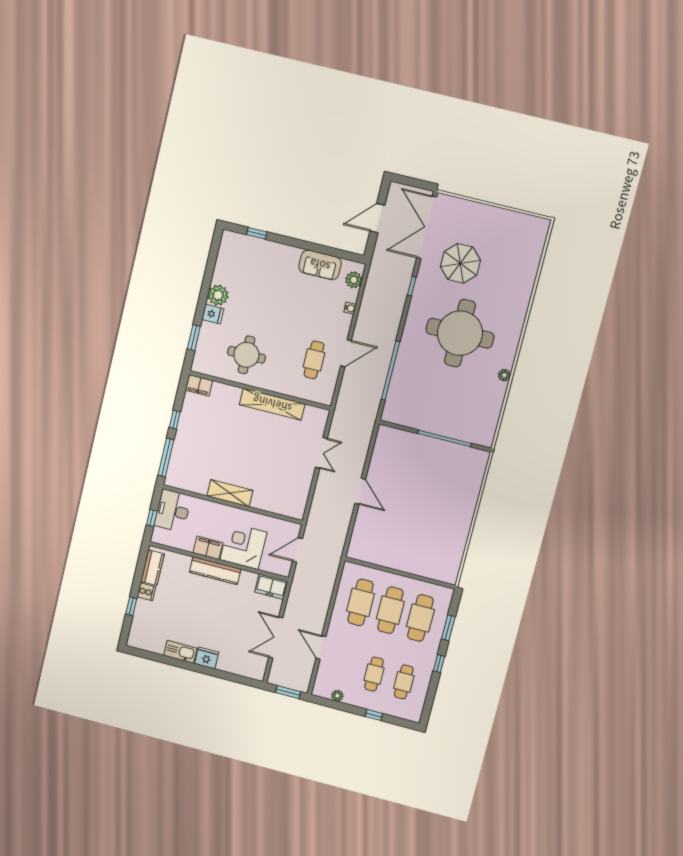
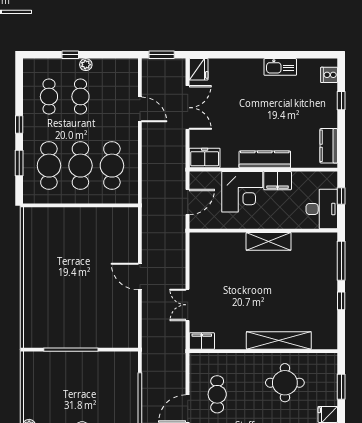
filing cabinet: (199, 385) -> (202, 341), moved
shelving: (272, 404) -> (279, 340), moved
cooker: (146, 592) -> (329, 75), moved
fridge: (207, 658) -> (199, 69), moved, turned -90
plant: (337, 696) -> (86, 65), moved

